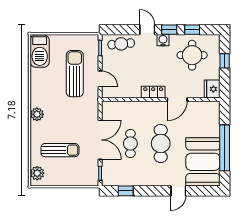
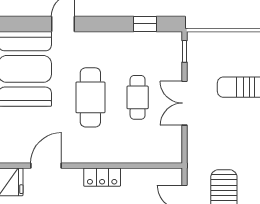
door: (177, 100) -> (46, 166), moved
double door: (100, 140) -> (184, 103), width x0.73

